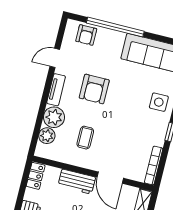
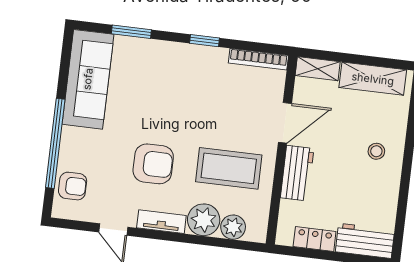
side table: (159, 102) -> (161, 63), removed
coffee table: (85, 138) -> (229, 168), width x1.86, depth x1.72
locker: (36, 176) -> (315, 239), moved

